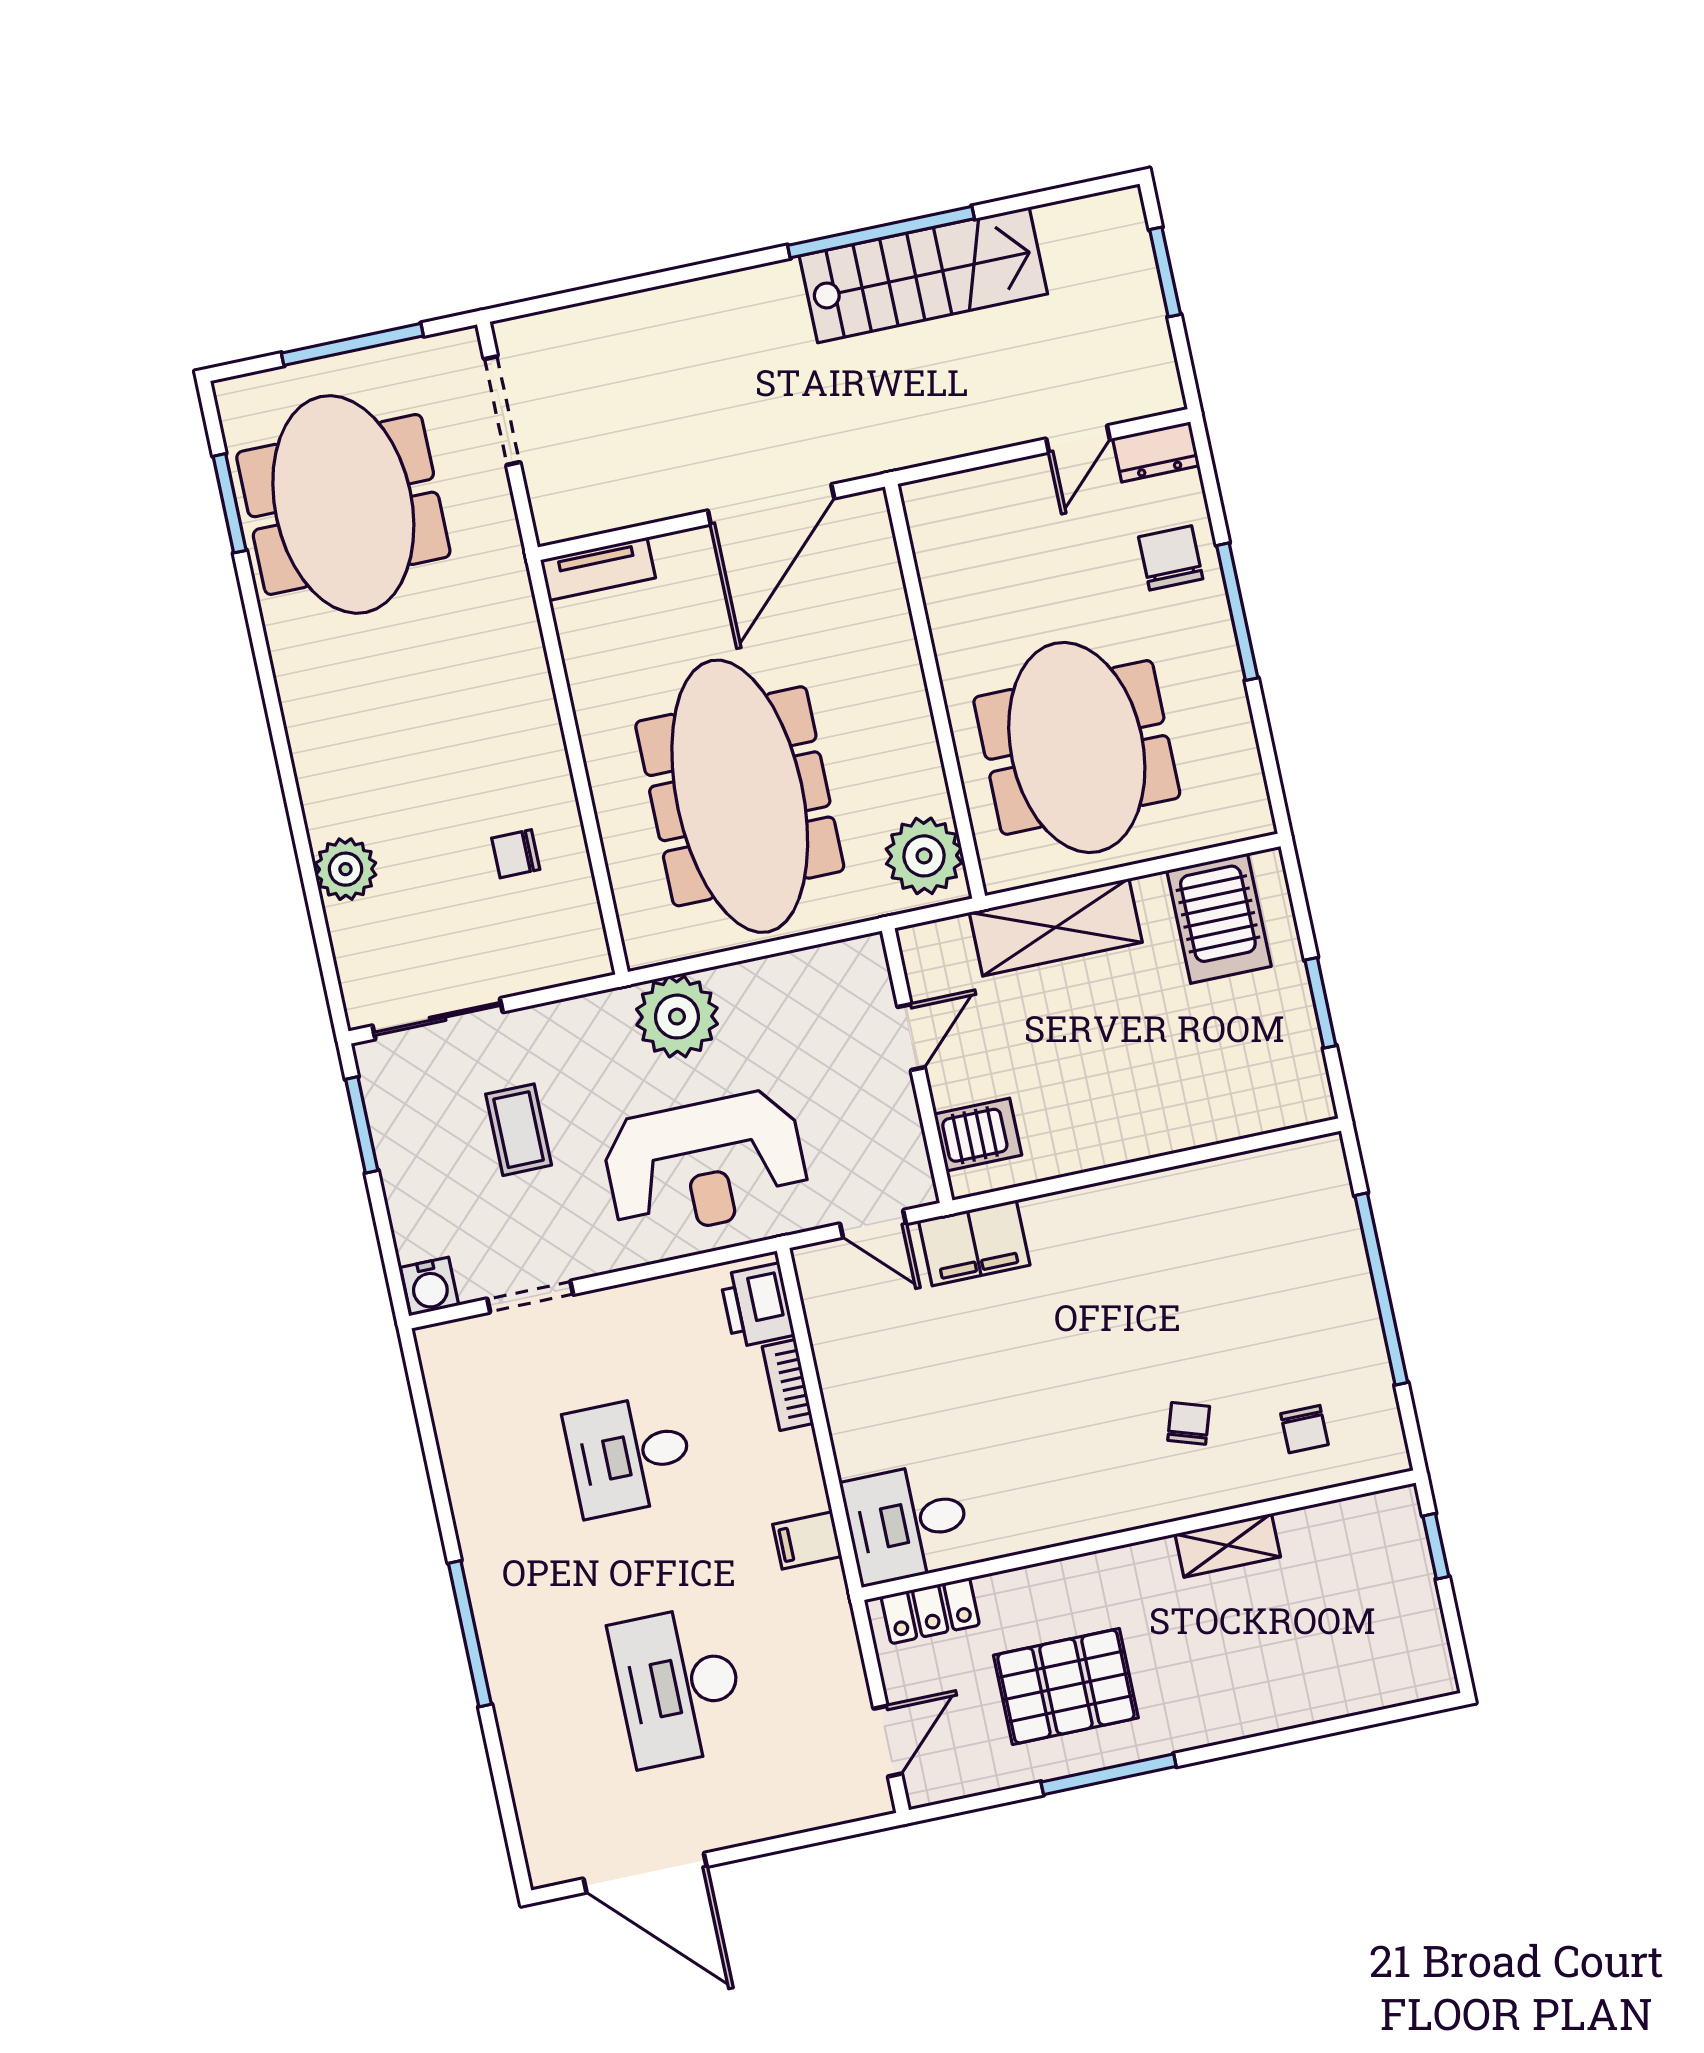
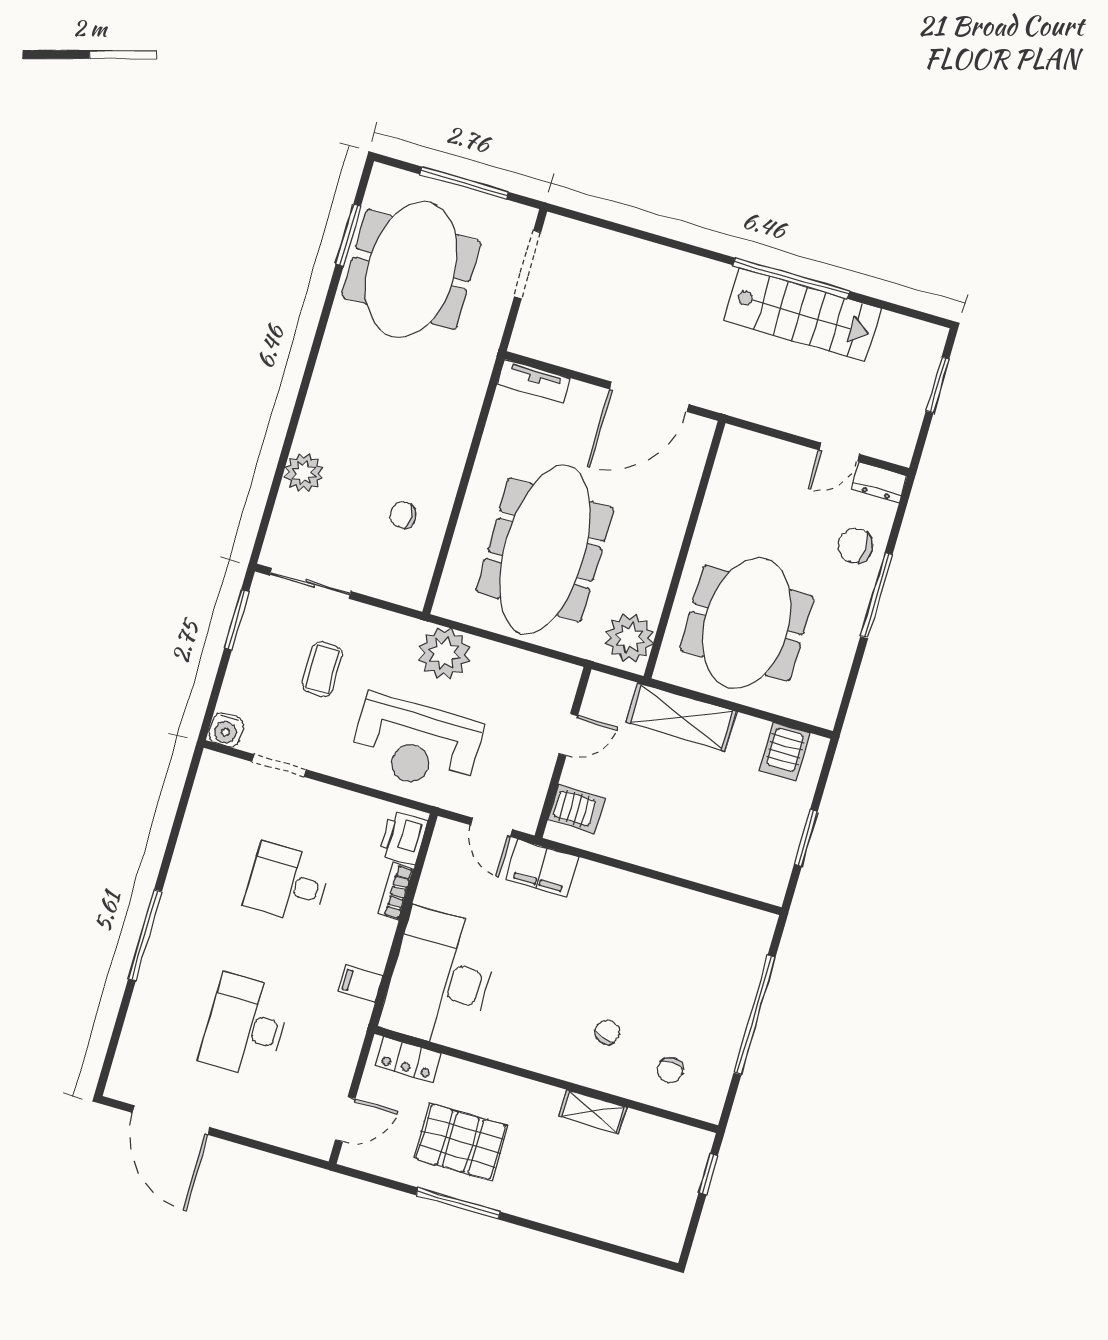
chair: (1171, 558) -> (855, 546), turned -90
server rack: (1219, 918) -> (785, 752), width x0.73, depth x0.70
desk: (907, 1523) -> (440, 978), width x1.87, depth x1.30

